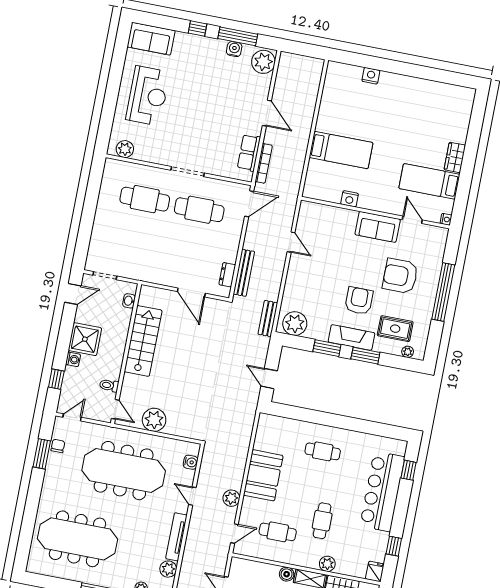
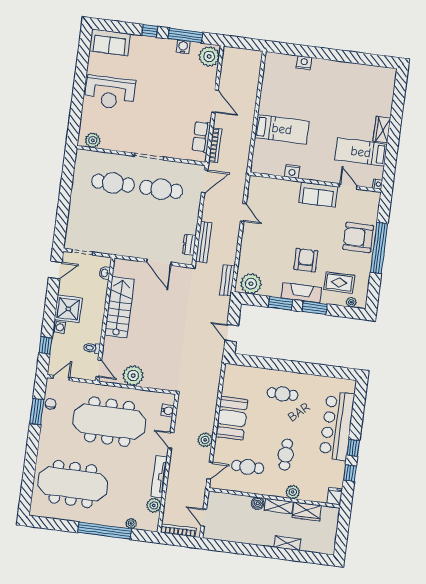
reception desk: (148, 96) -> (110, 92), turned 90
armchair: (400, 276) -> (358, 237), moved
window: (409, 470) -> (353, 448), moved

